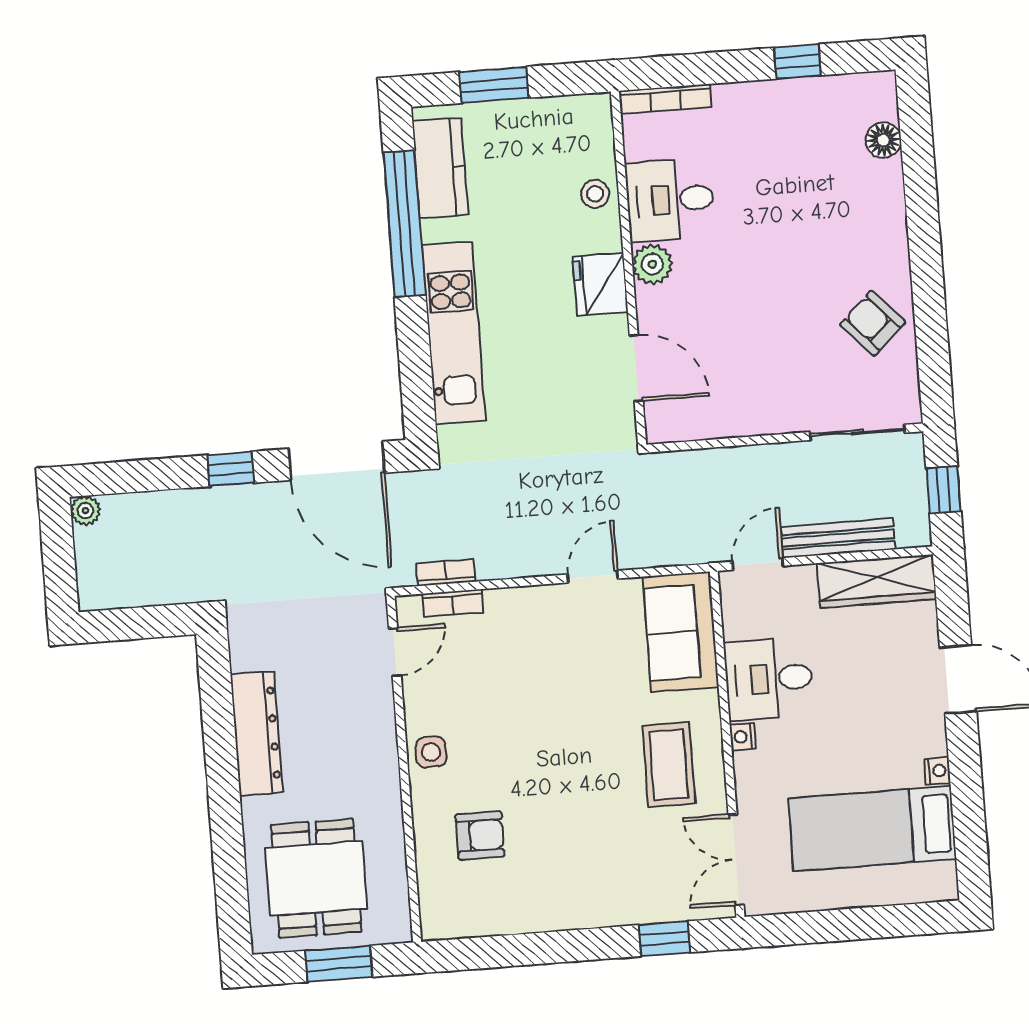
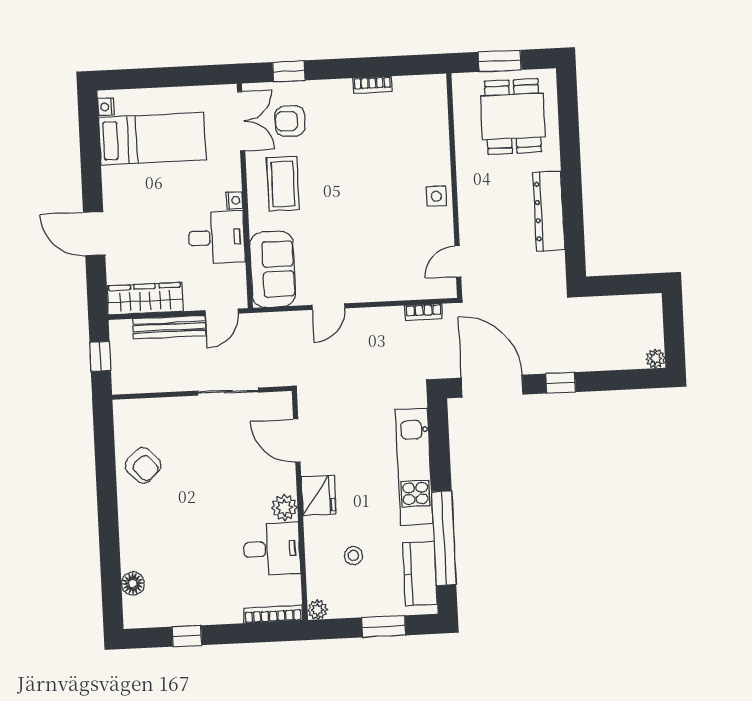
plant: (597, 108) -> (317, 610), added
stool: (595, 194) -> (353, 556), moved
sliding door: (857, 432) -> (228, 392), moved
bookcase: (453, 603) -> (372, 85), moved, turned 180
nightstand: (937, 771) -> (106, 107), moved
armchair: (480, 835) -> (290, 121), moved

